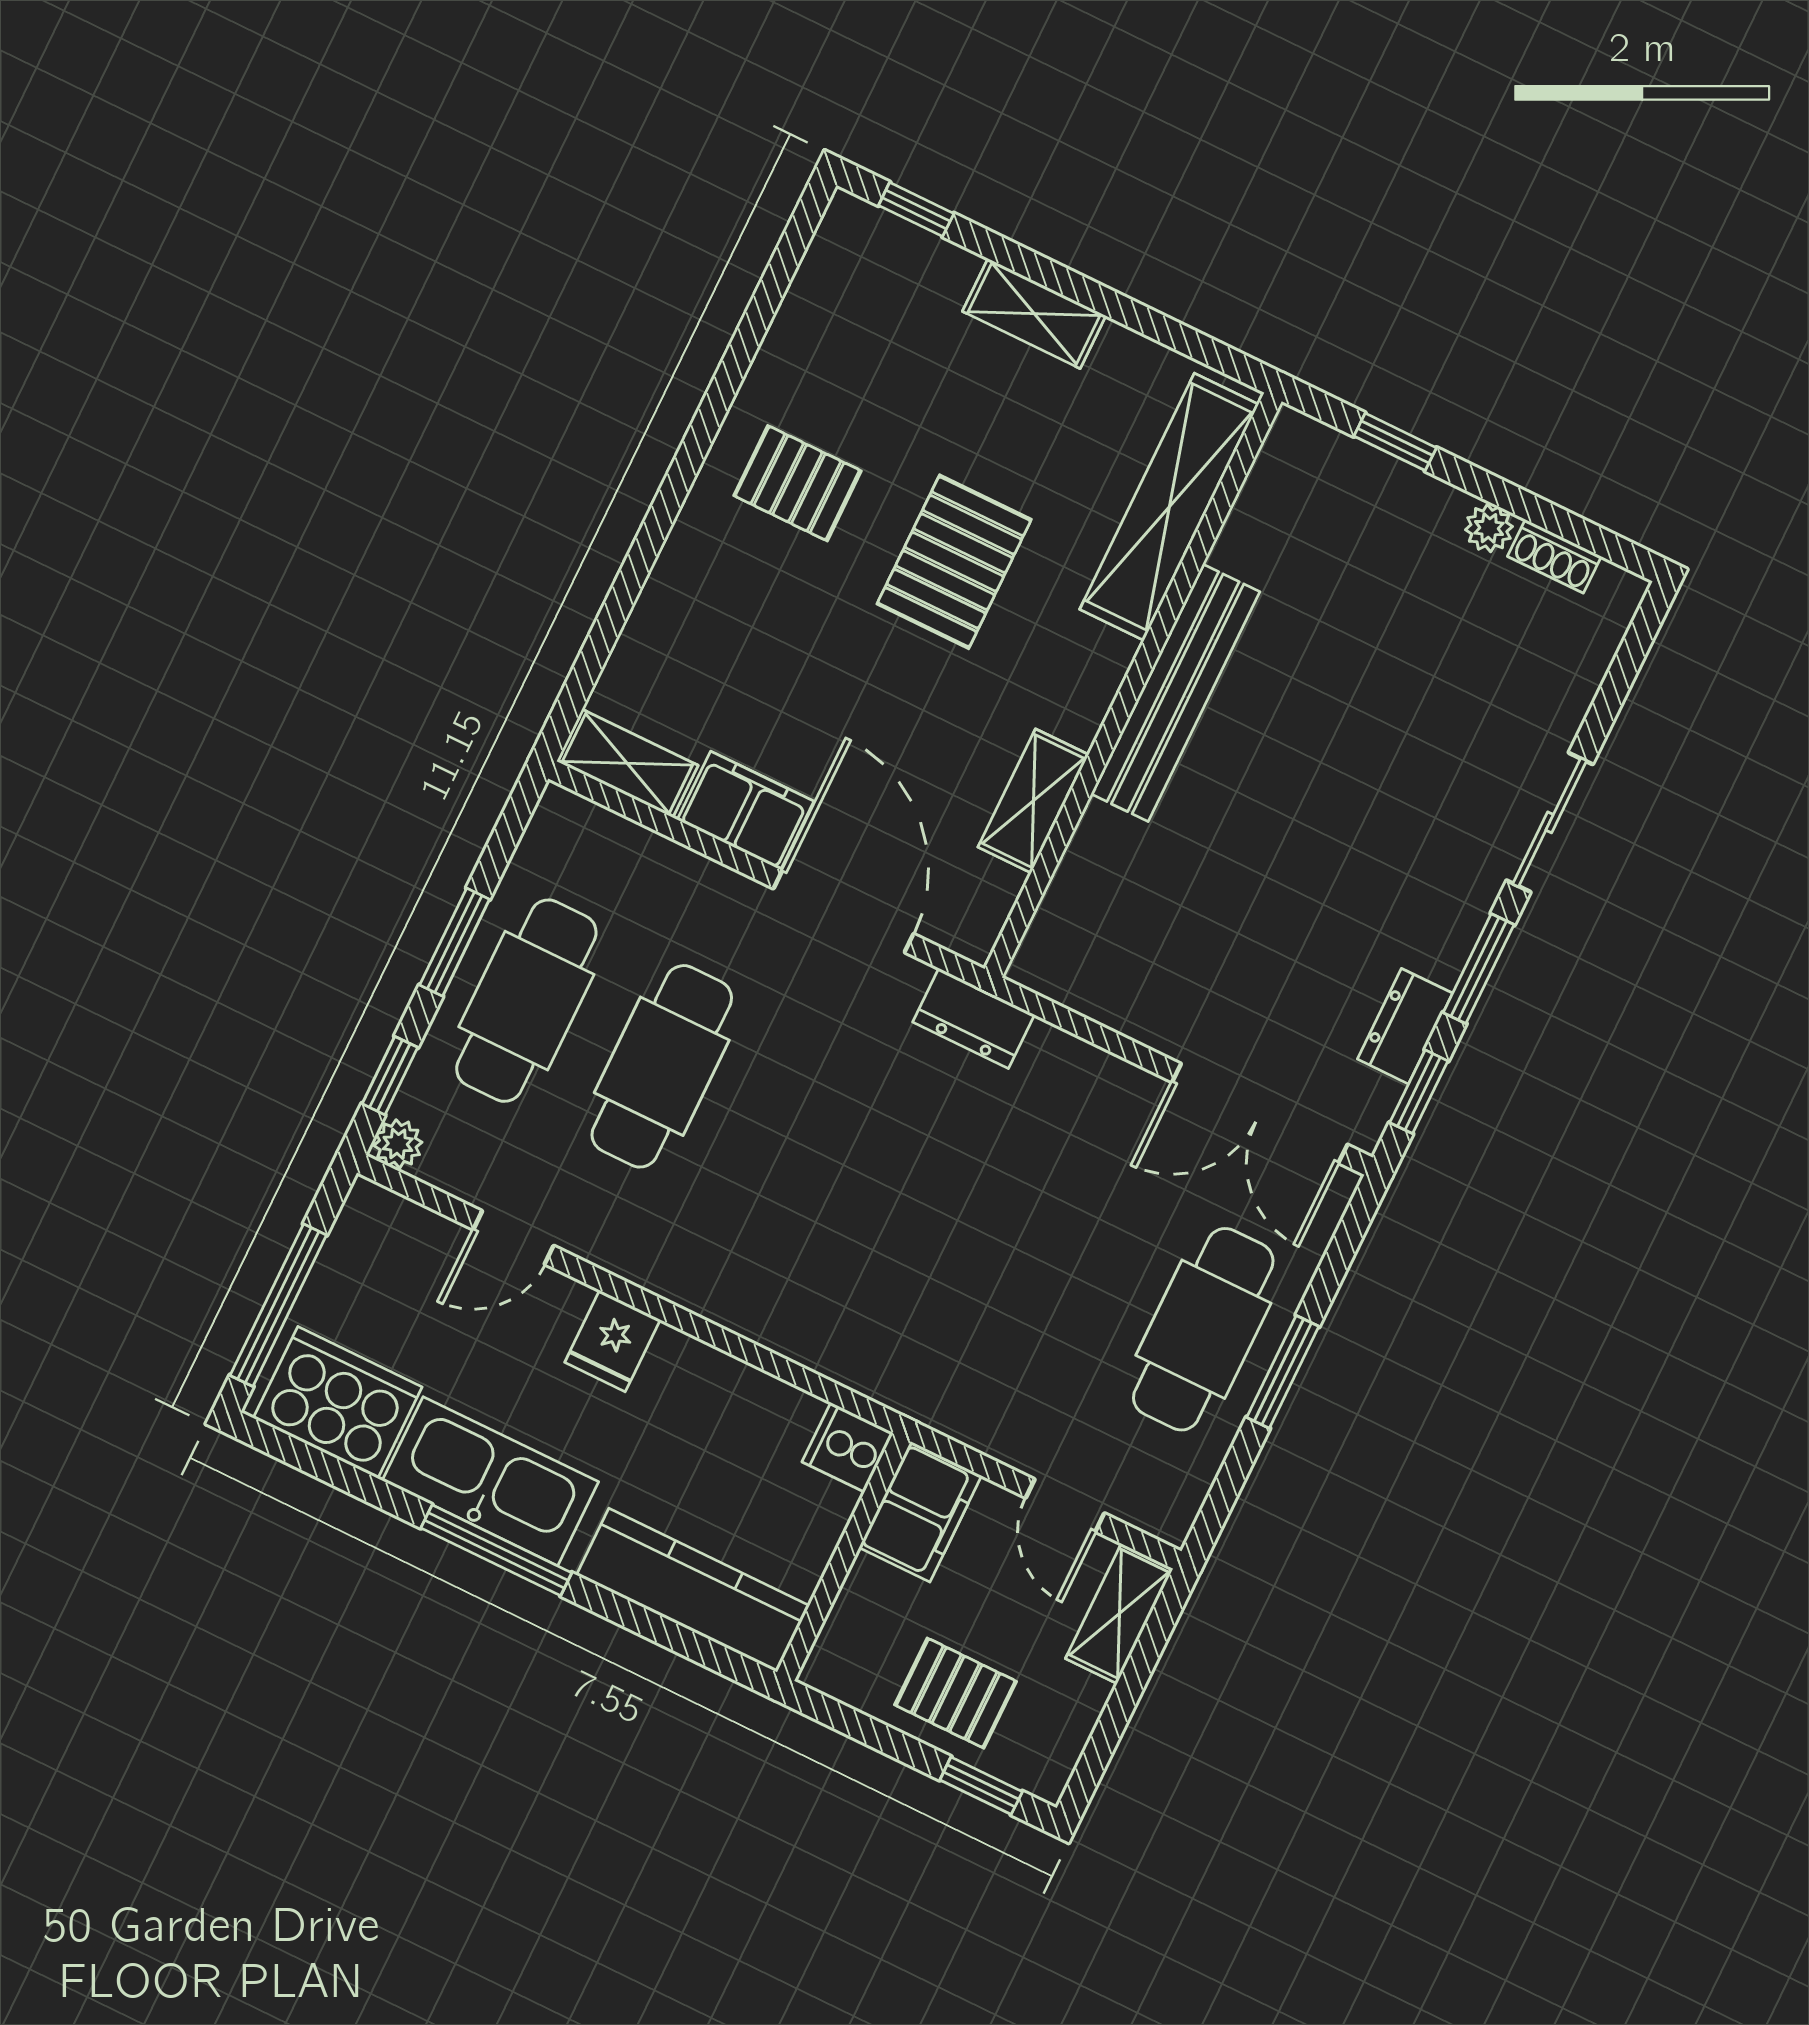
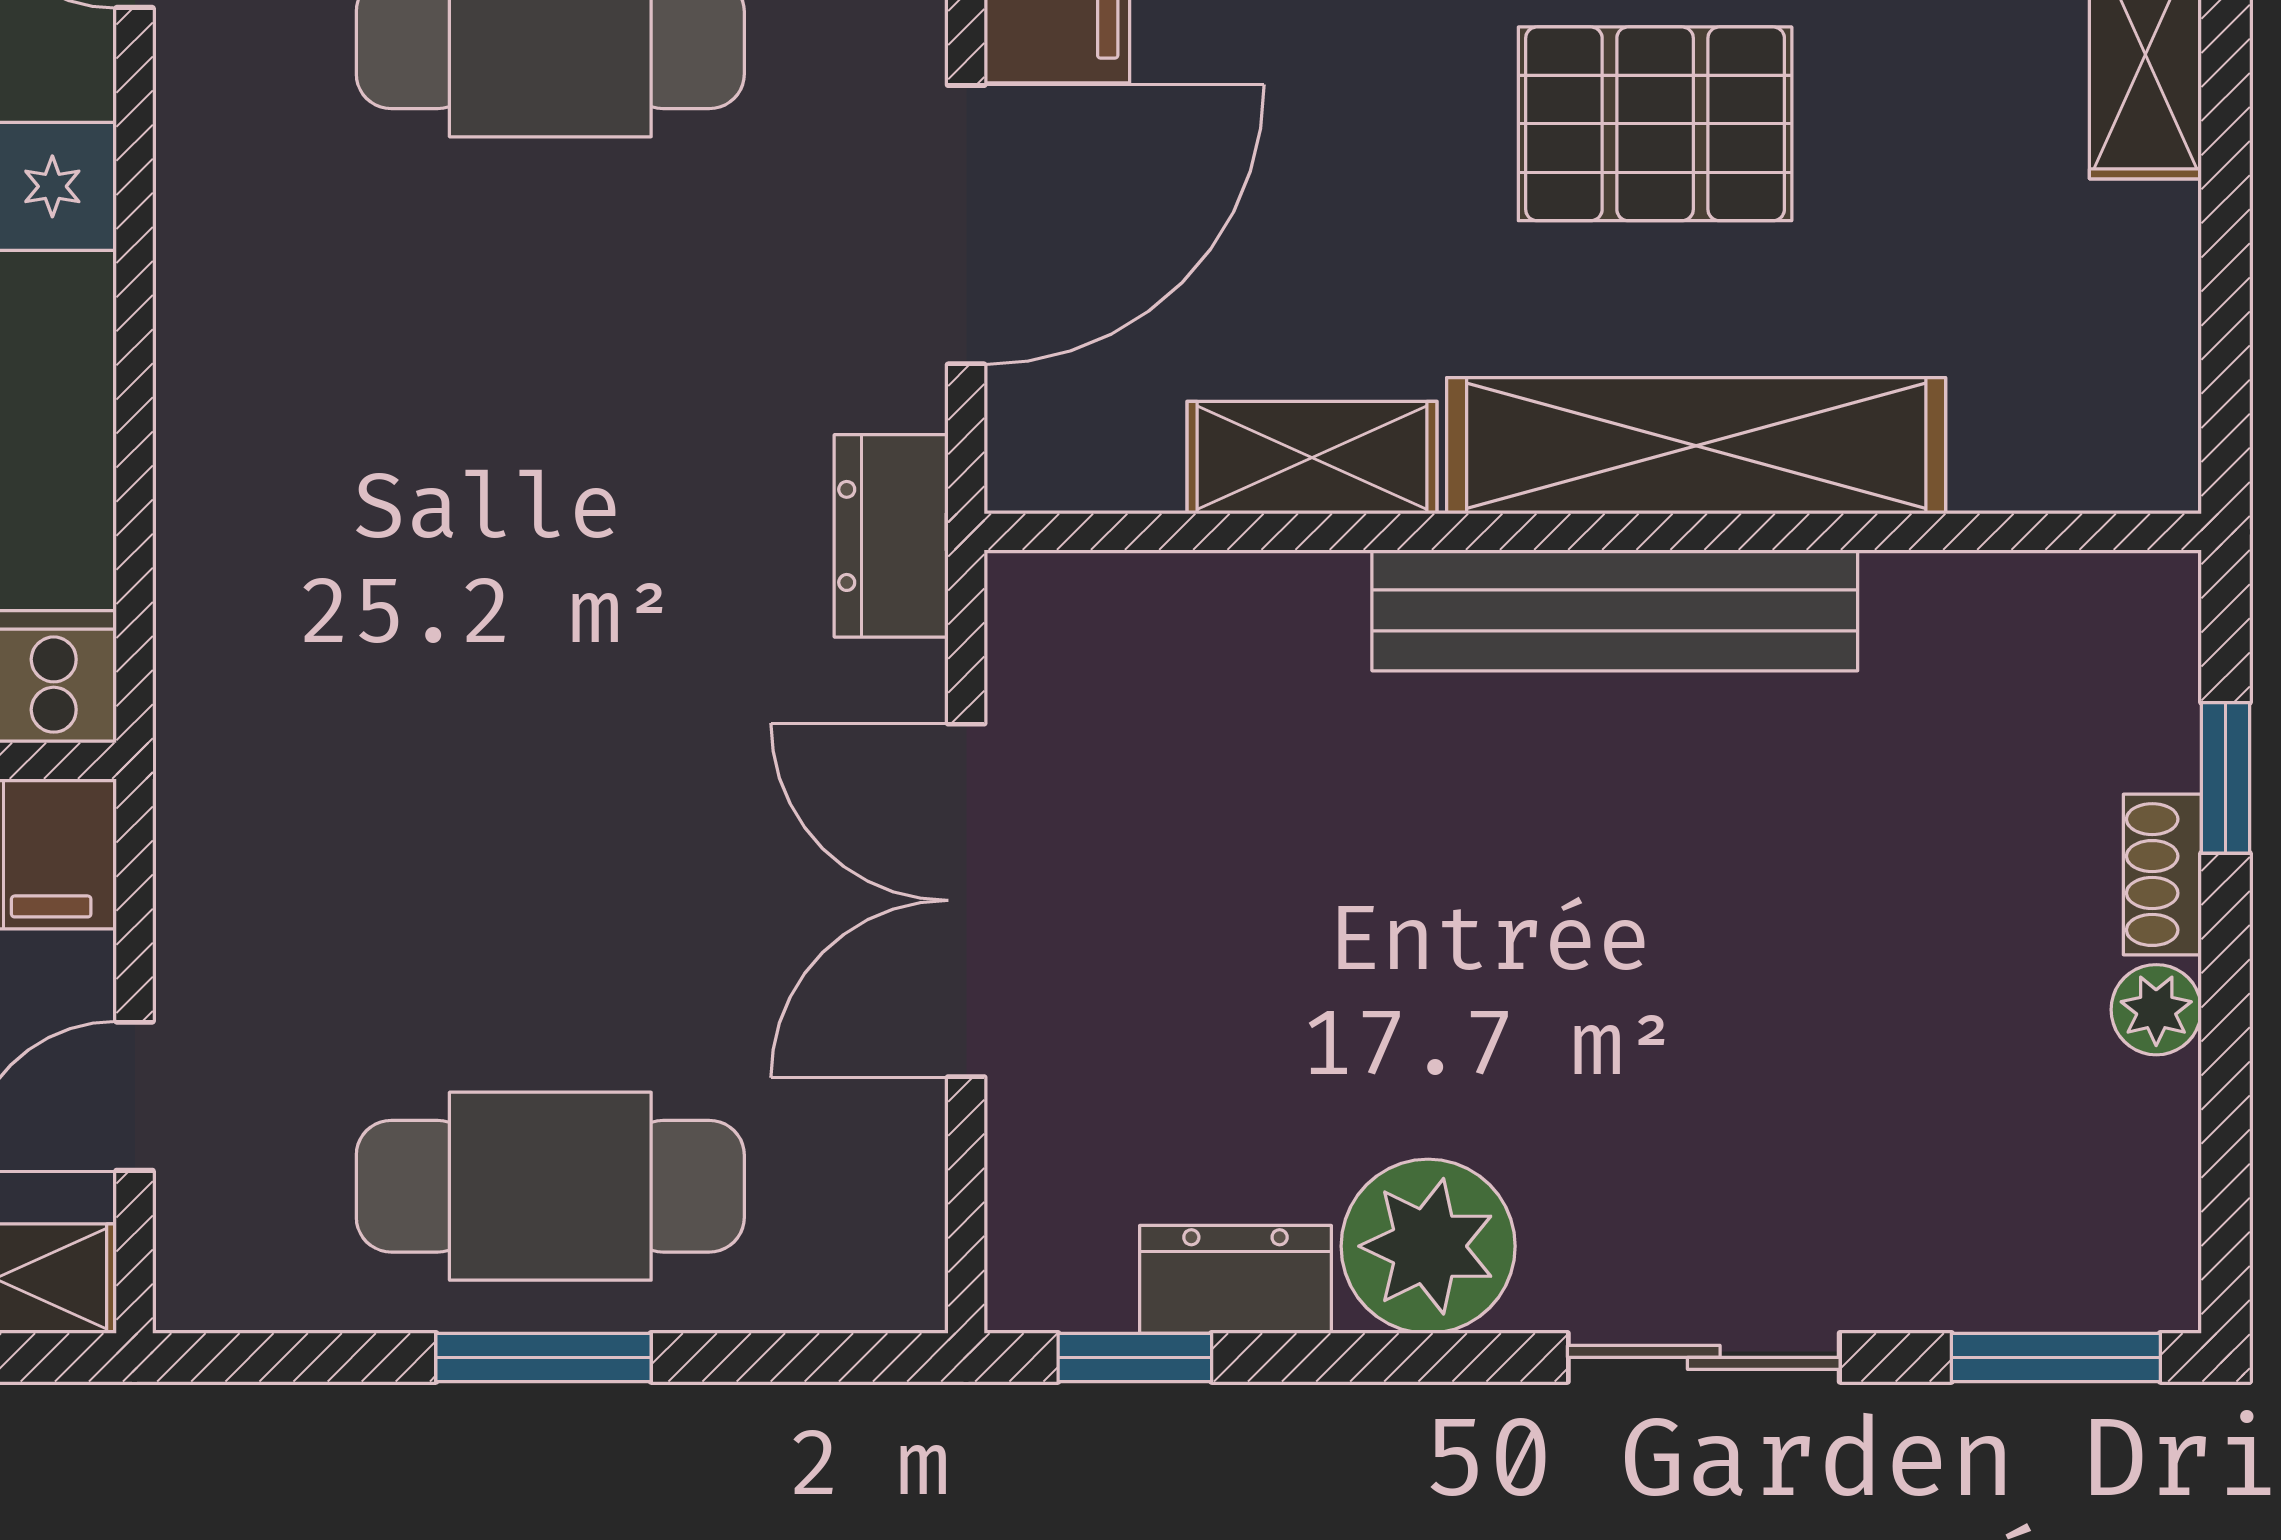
shelving: (1169, 507) -> (1696, 446), moved
shoe rack: (1554, 556) -> (2162, 875), moved
plant: (1434, 927) -> (1428, 1246), added
window: (1479, 969) -> (2056, 1357), moved
double door: (1260, 1113) -> (966, 900), moved

